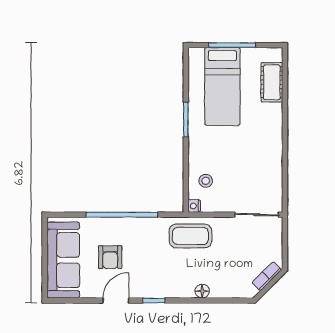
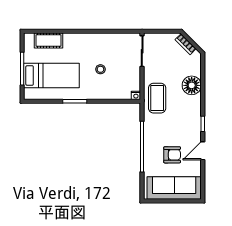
stool: (206, 181) -> (100, 69), moved
floor lamp: (202, 291) -> (192, 85), width x1.89, depth x1.89
door: (116, 300) -> (203, 151), hinge flipped

